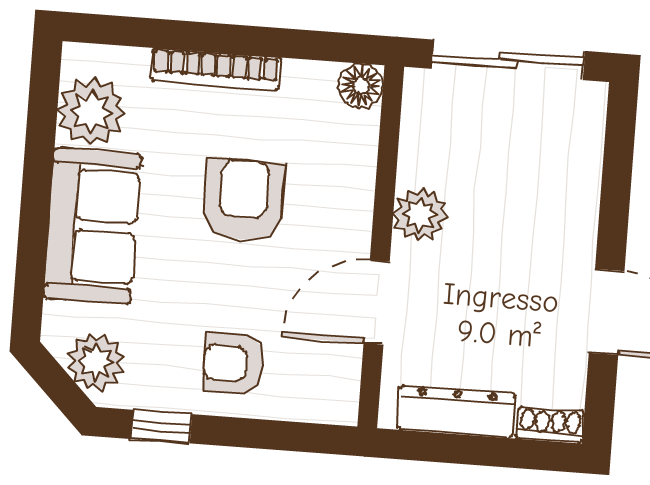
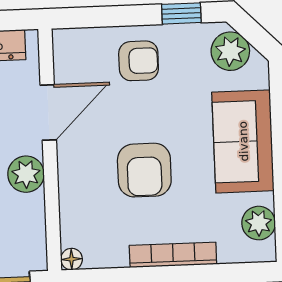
floor lamp: (361, 86) -> (72, 259), width x0.73, depth x0.73
plant: (91, 112) -> (259, 223), width x0.73, depth x0.73

